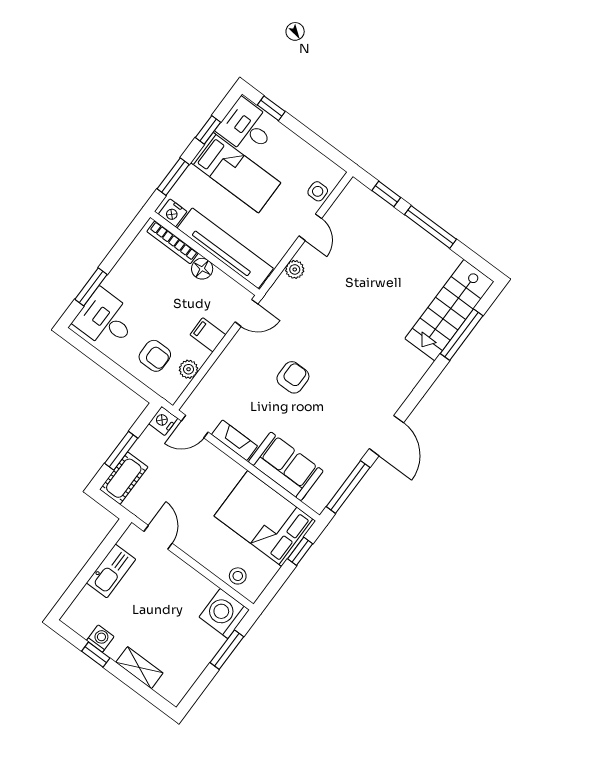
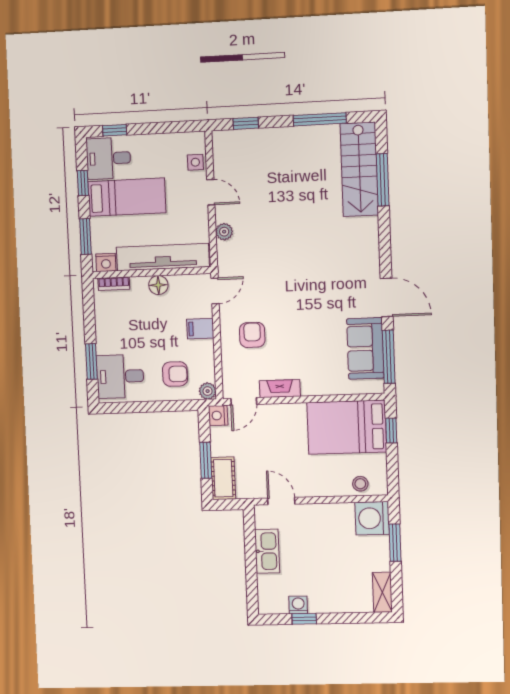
window: (430, 227) -> (320, 119), moved
bookcase: (173, 242) -> (114, 284), width x0.64
plant: (189, 369) -> (208, 391), moved
armchair: (293, 377) -> (252, 335), moved
sofa: (286, 466) -> (365, 348), moved, turned -90
shelving: (139, 668) -> (382, 592), moved, turned 90

